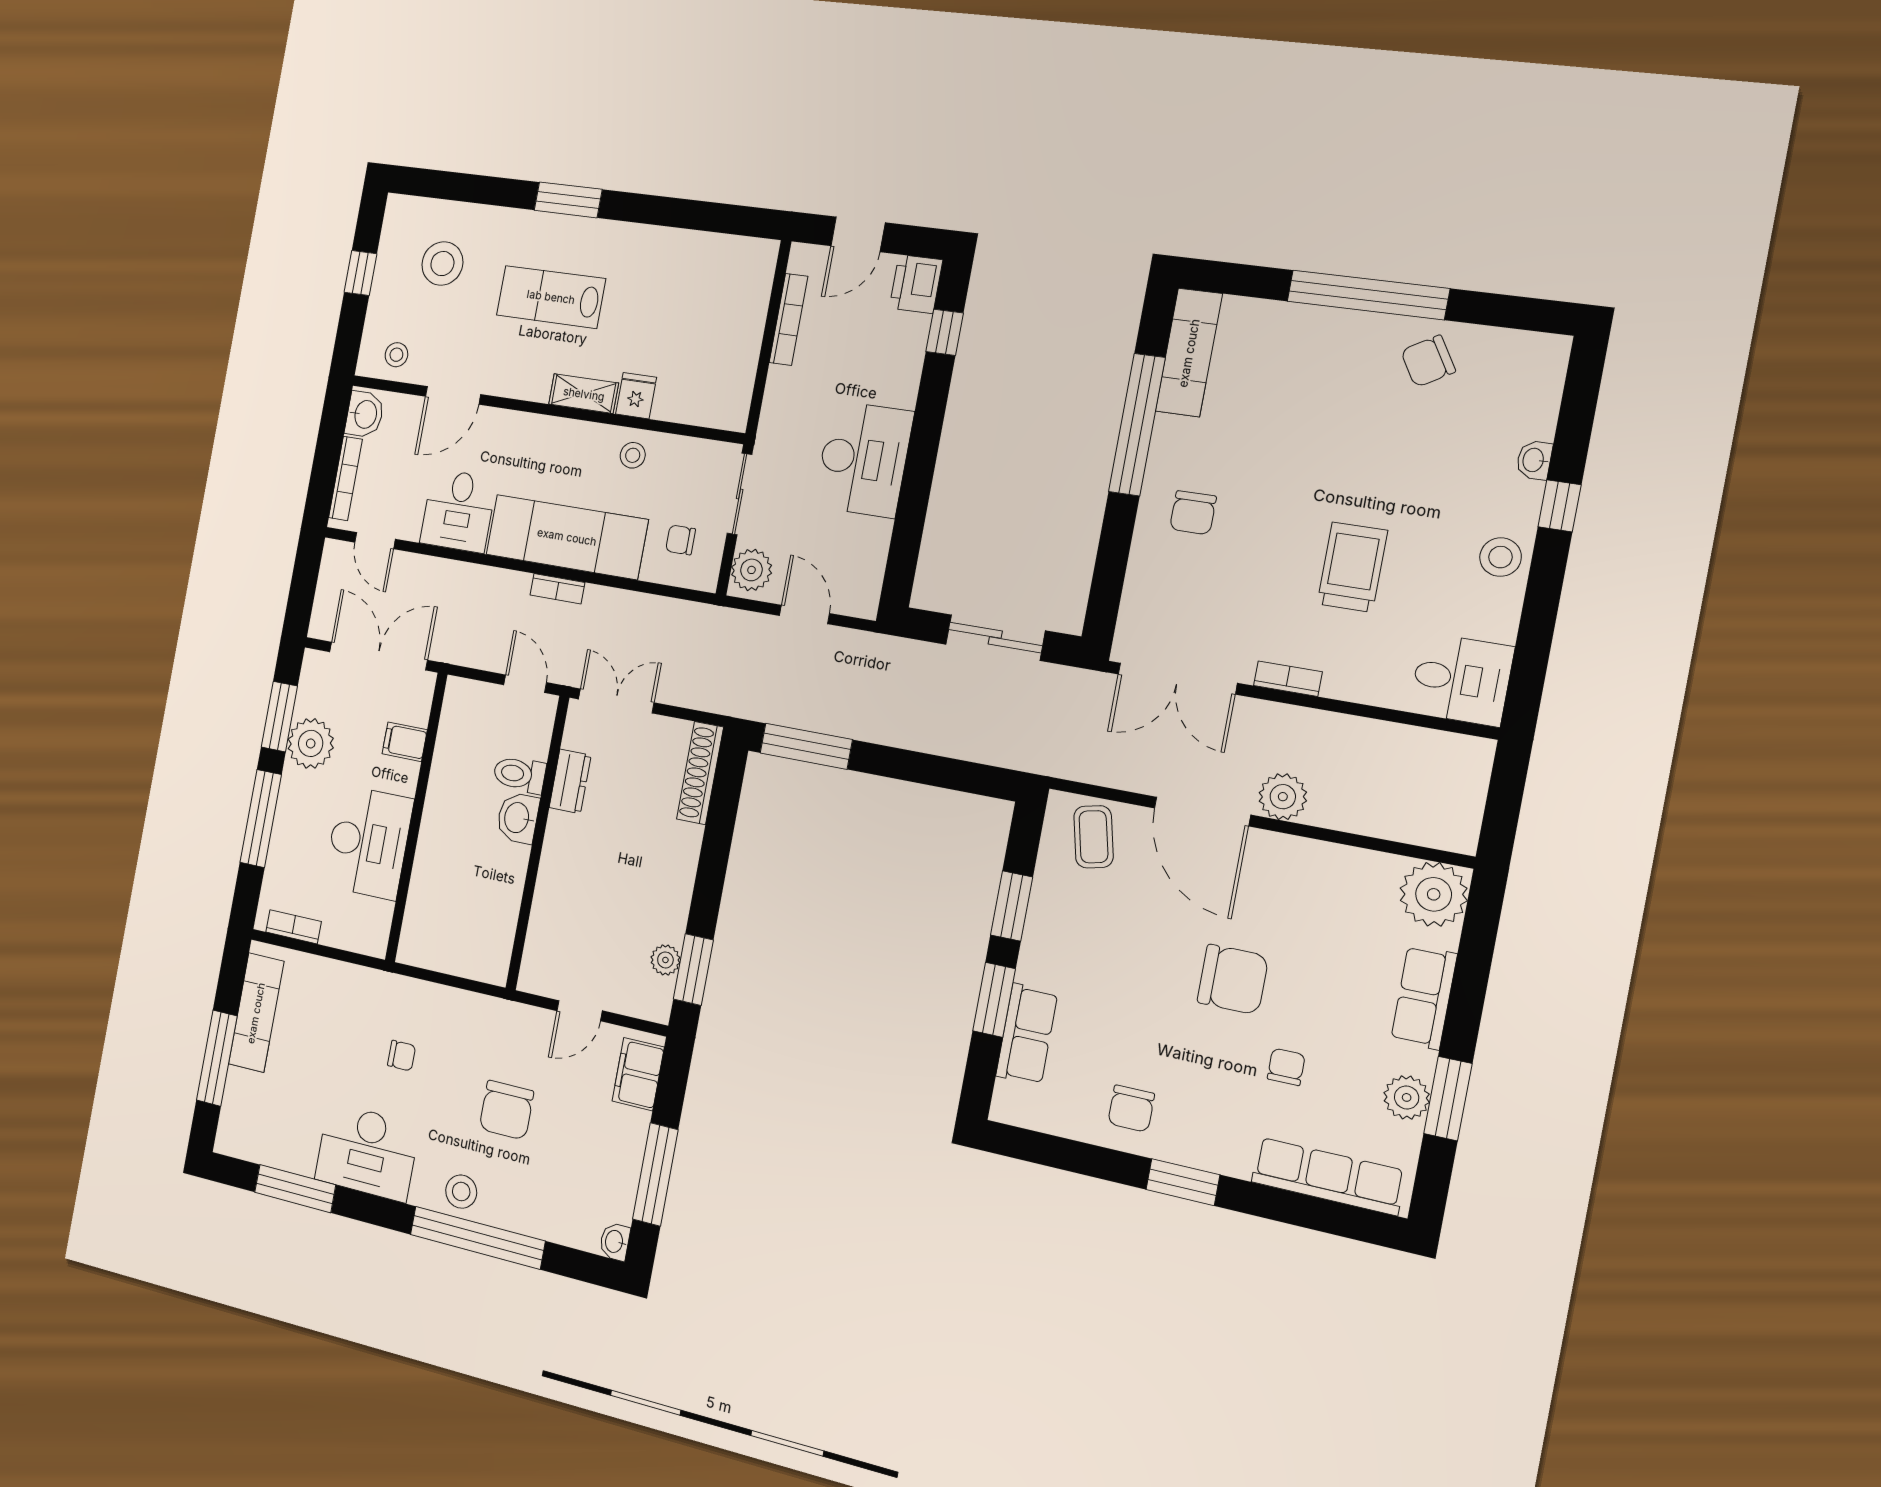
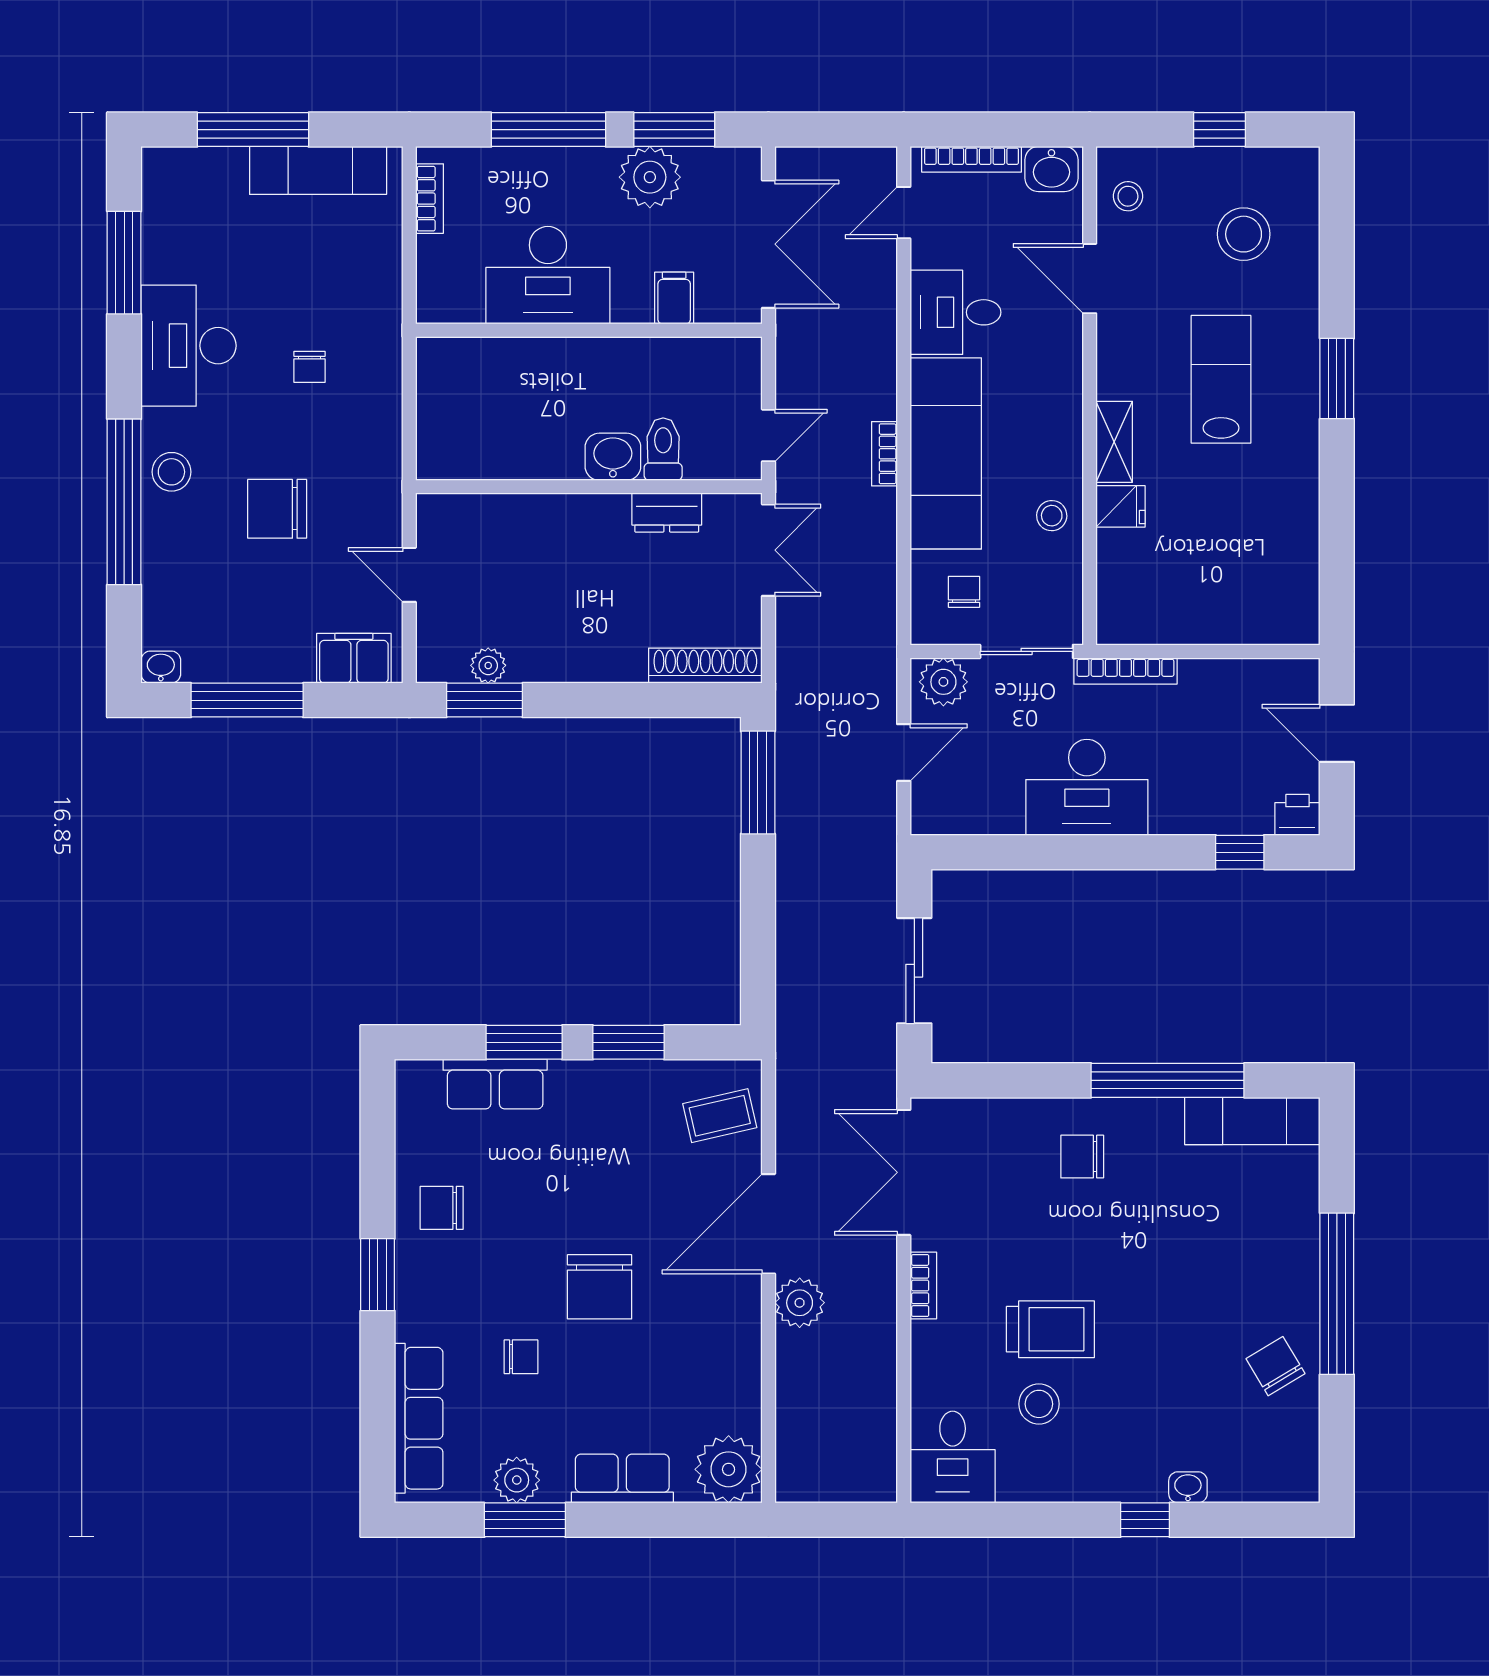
printer: (916, 284) -> (1297, 815), width x0.73, depth x0.81
bookcase: (788, 319) -> (1125, 671), moved
stool: (1501, 557) -> (1039, 1404), moved

